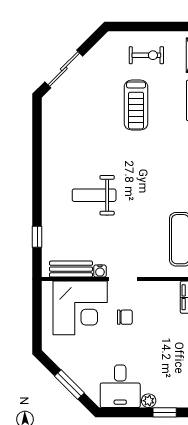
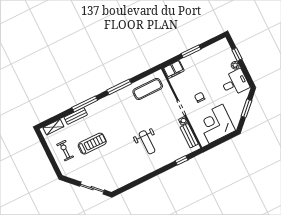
corner desk: (80, 308) -> (216, 124), moved, turned -90

